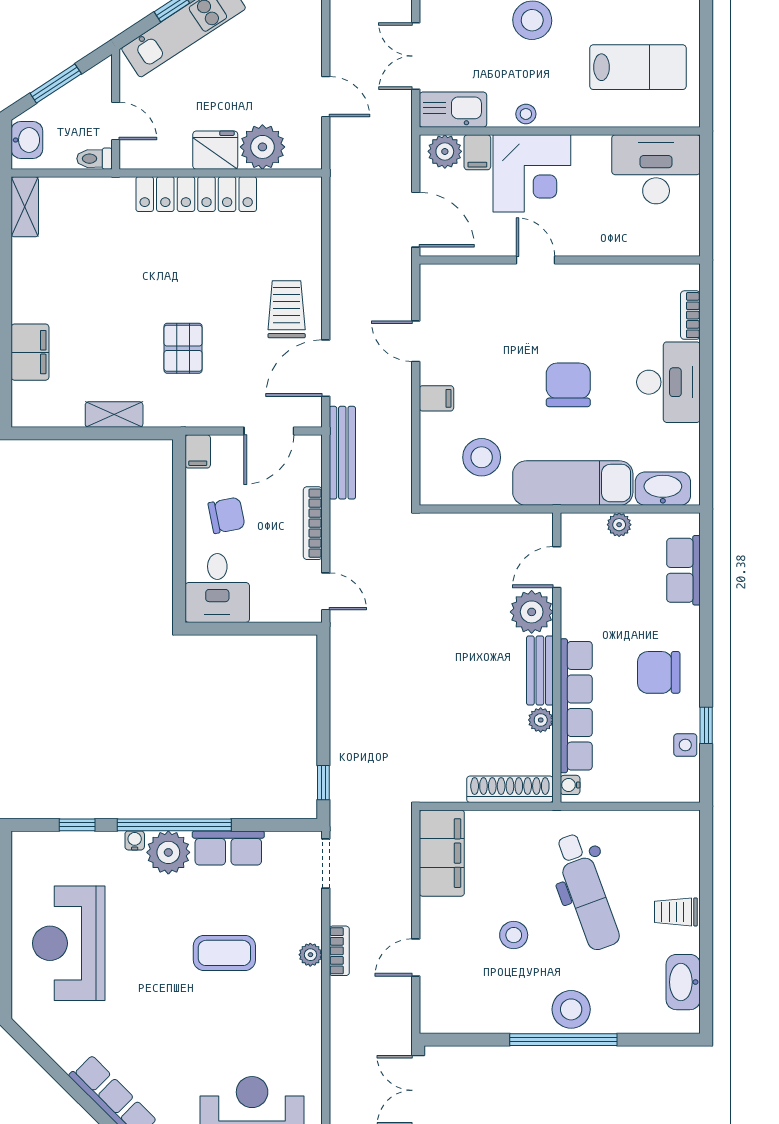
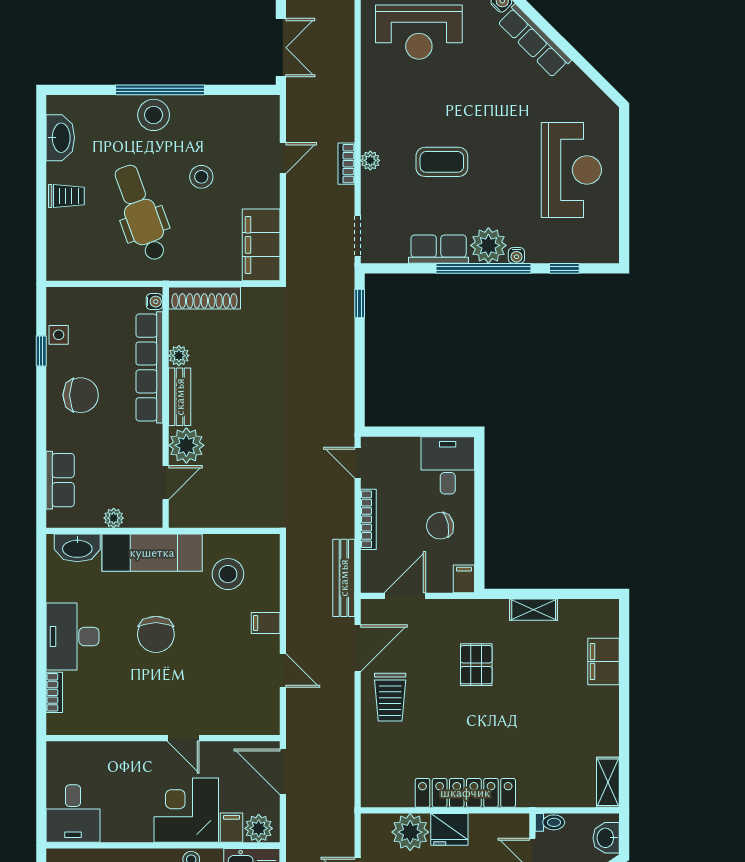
desk: (656, 169) -> (73, 814), width x0.73

